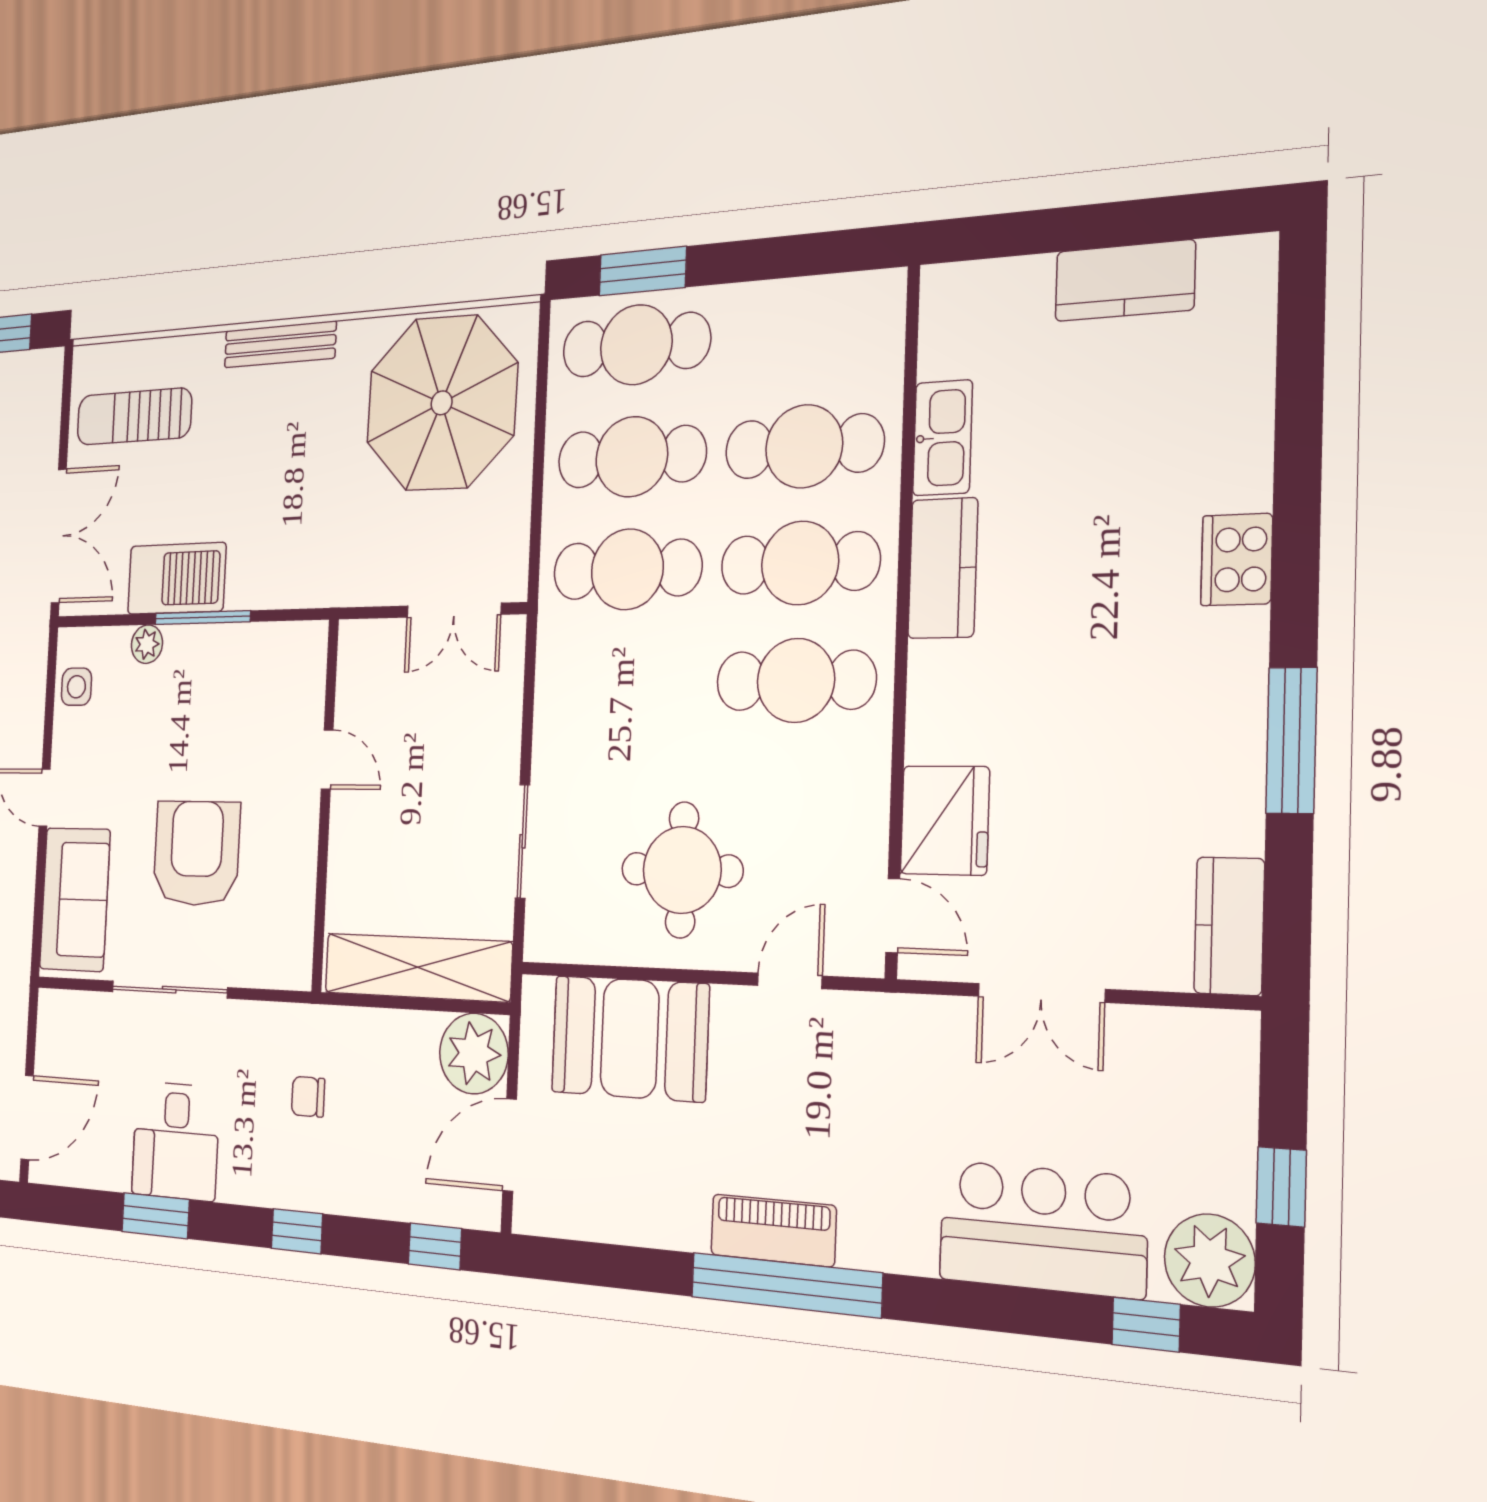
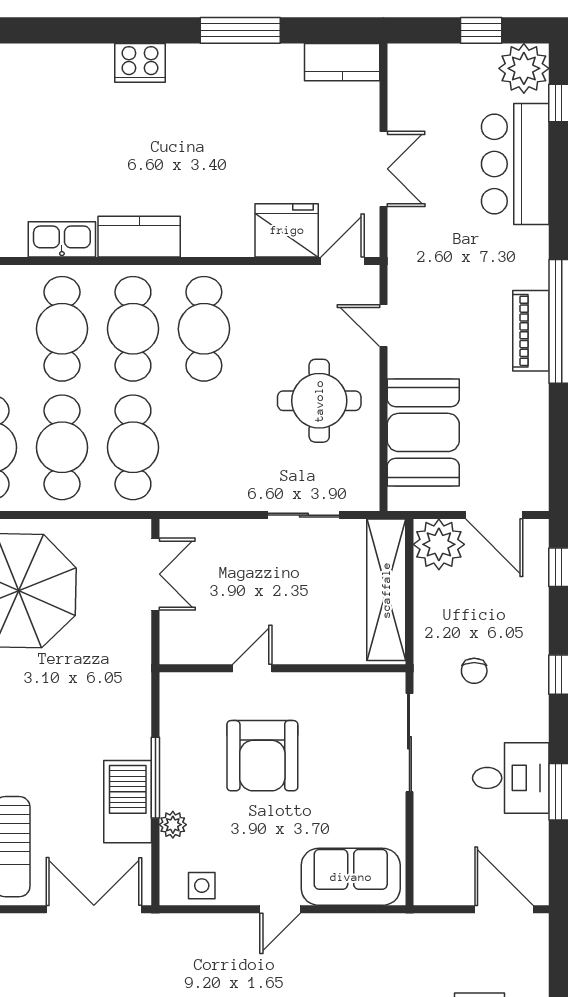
armchair: (196, 853) -> (262, 756), moved, turned -90
sliding door: (169, 990) -> (409, 743), moved

